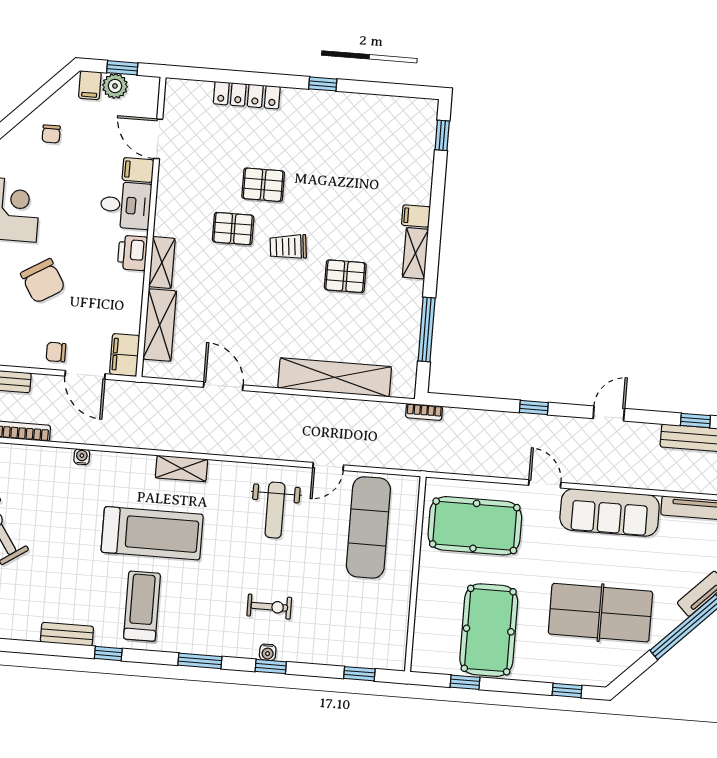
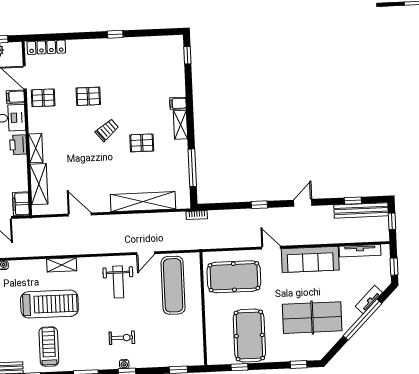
locker: (247, 95) -> (46, 47), moved
pallet: (233, 229) -> (43, 98), moved
trolley: (288, 247) -> (107, 130), turned 147

